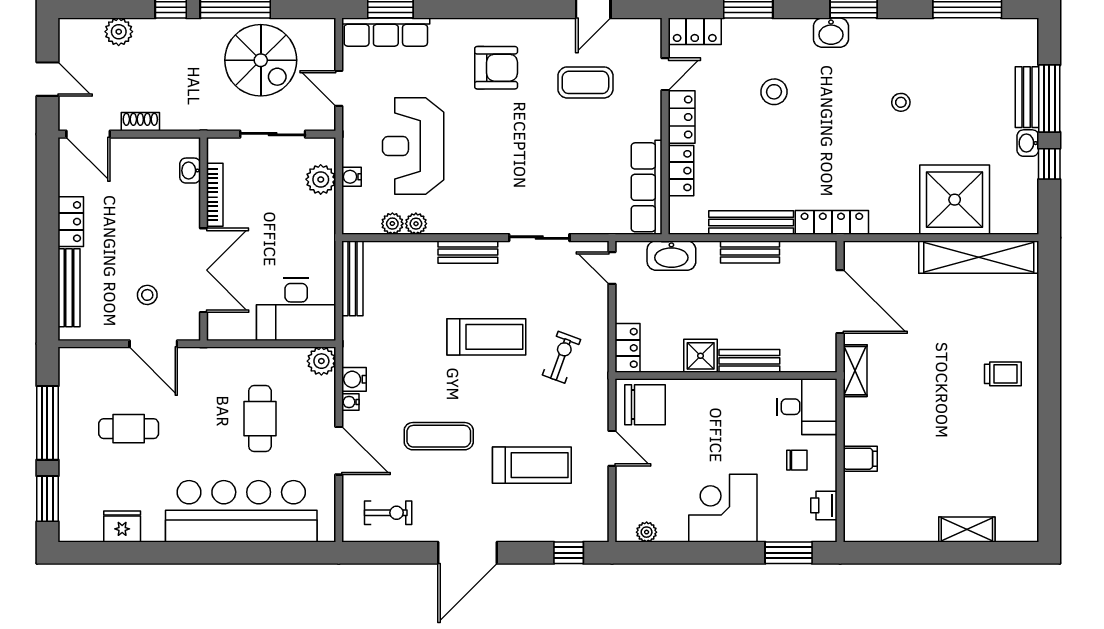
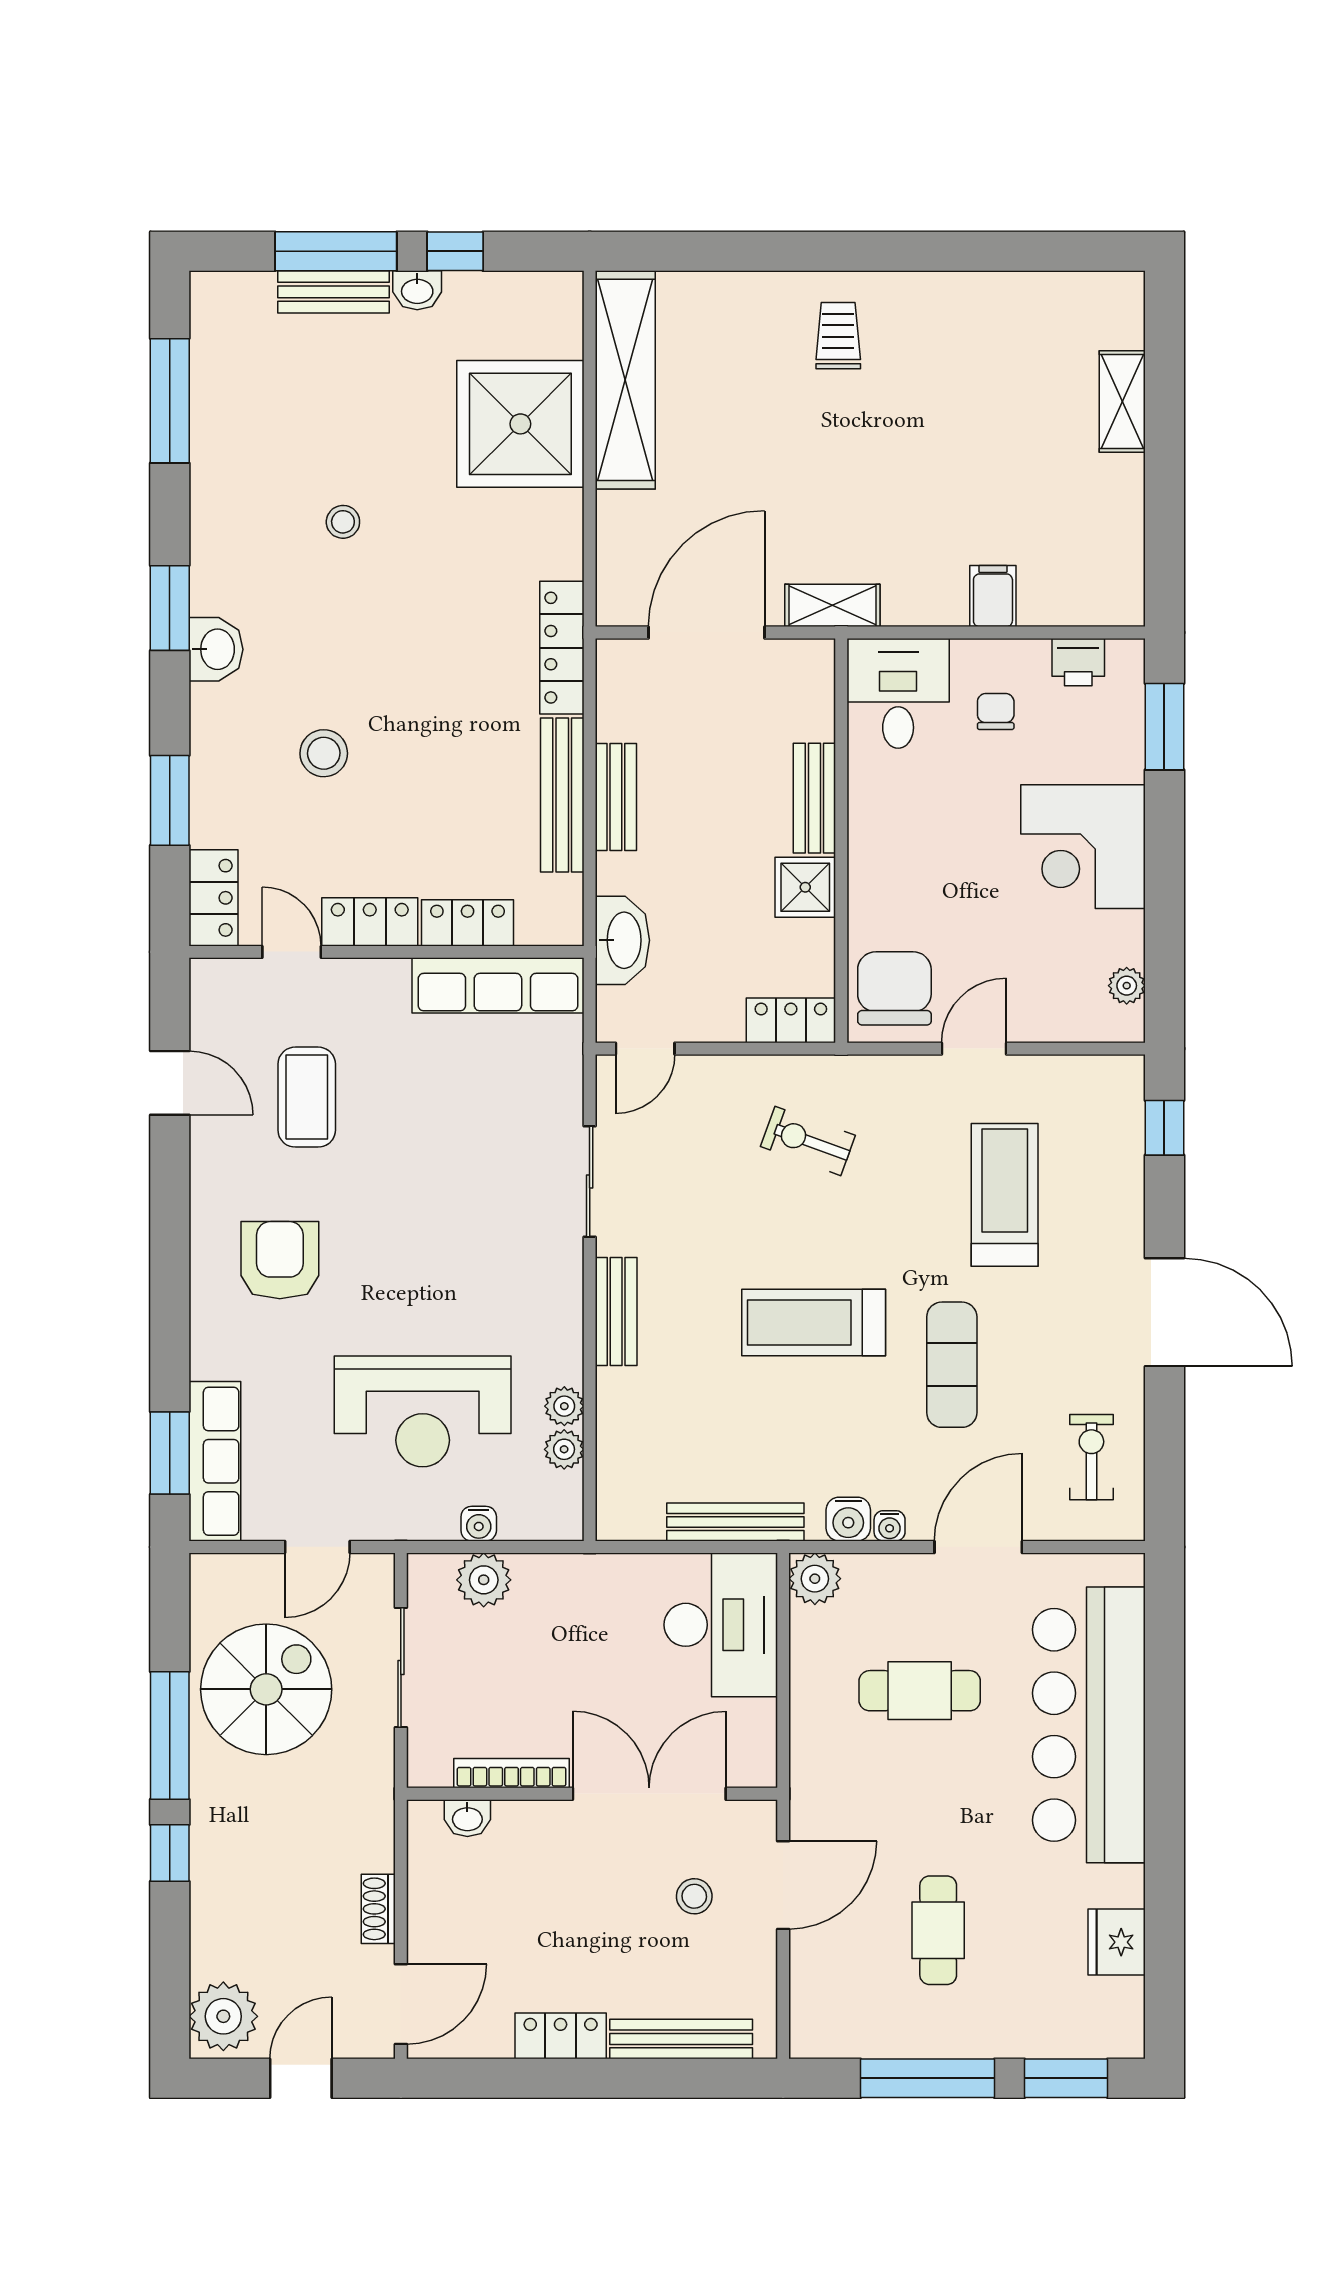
plant: (119, 32) -> (223, 2016), moved, width x1.36, depth x1.36
bench: (352, 278) -> (735, 1522), moved
treadmill: (486, 337) -> (814, 1322), moved, turned -90

